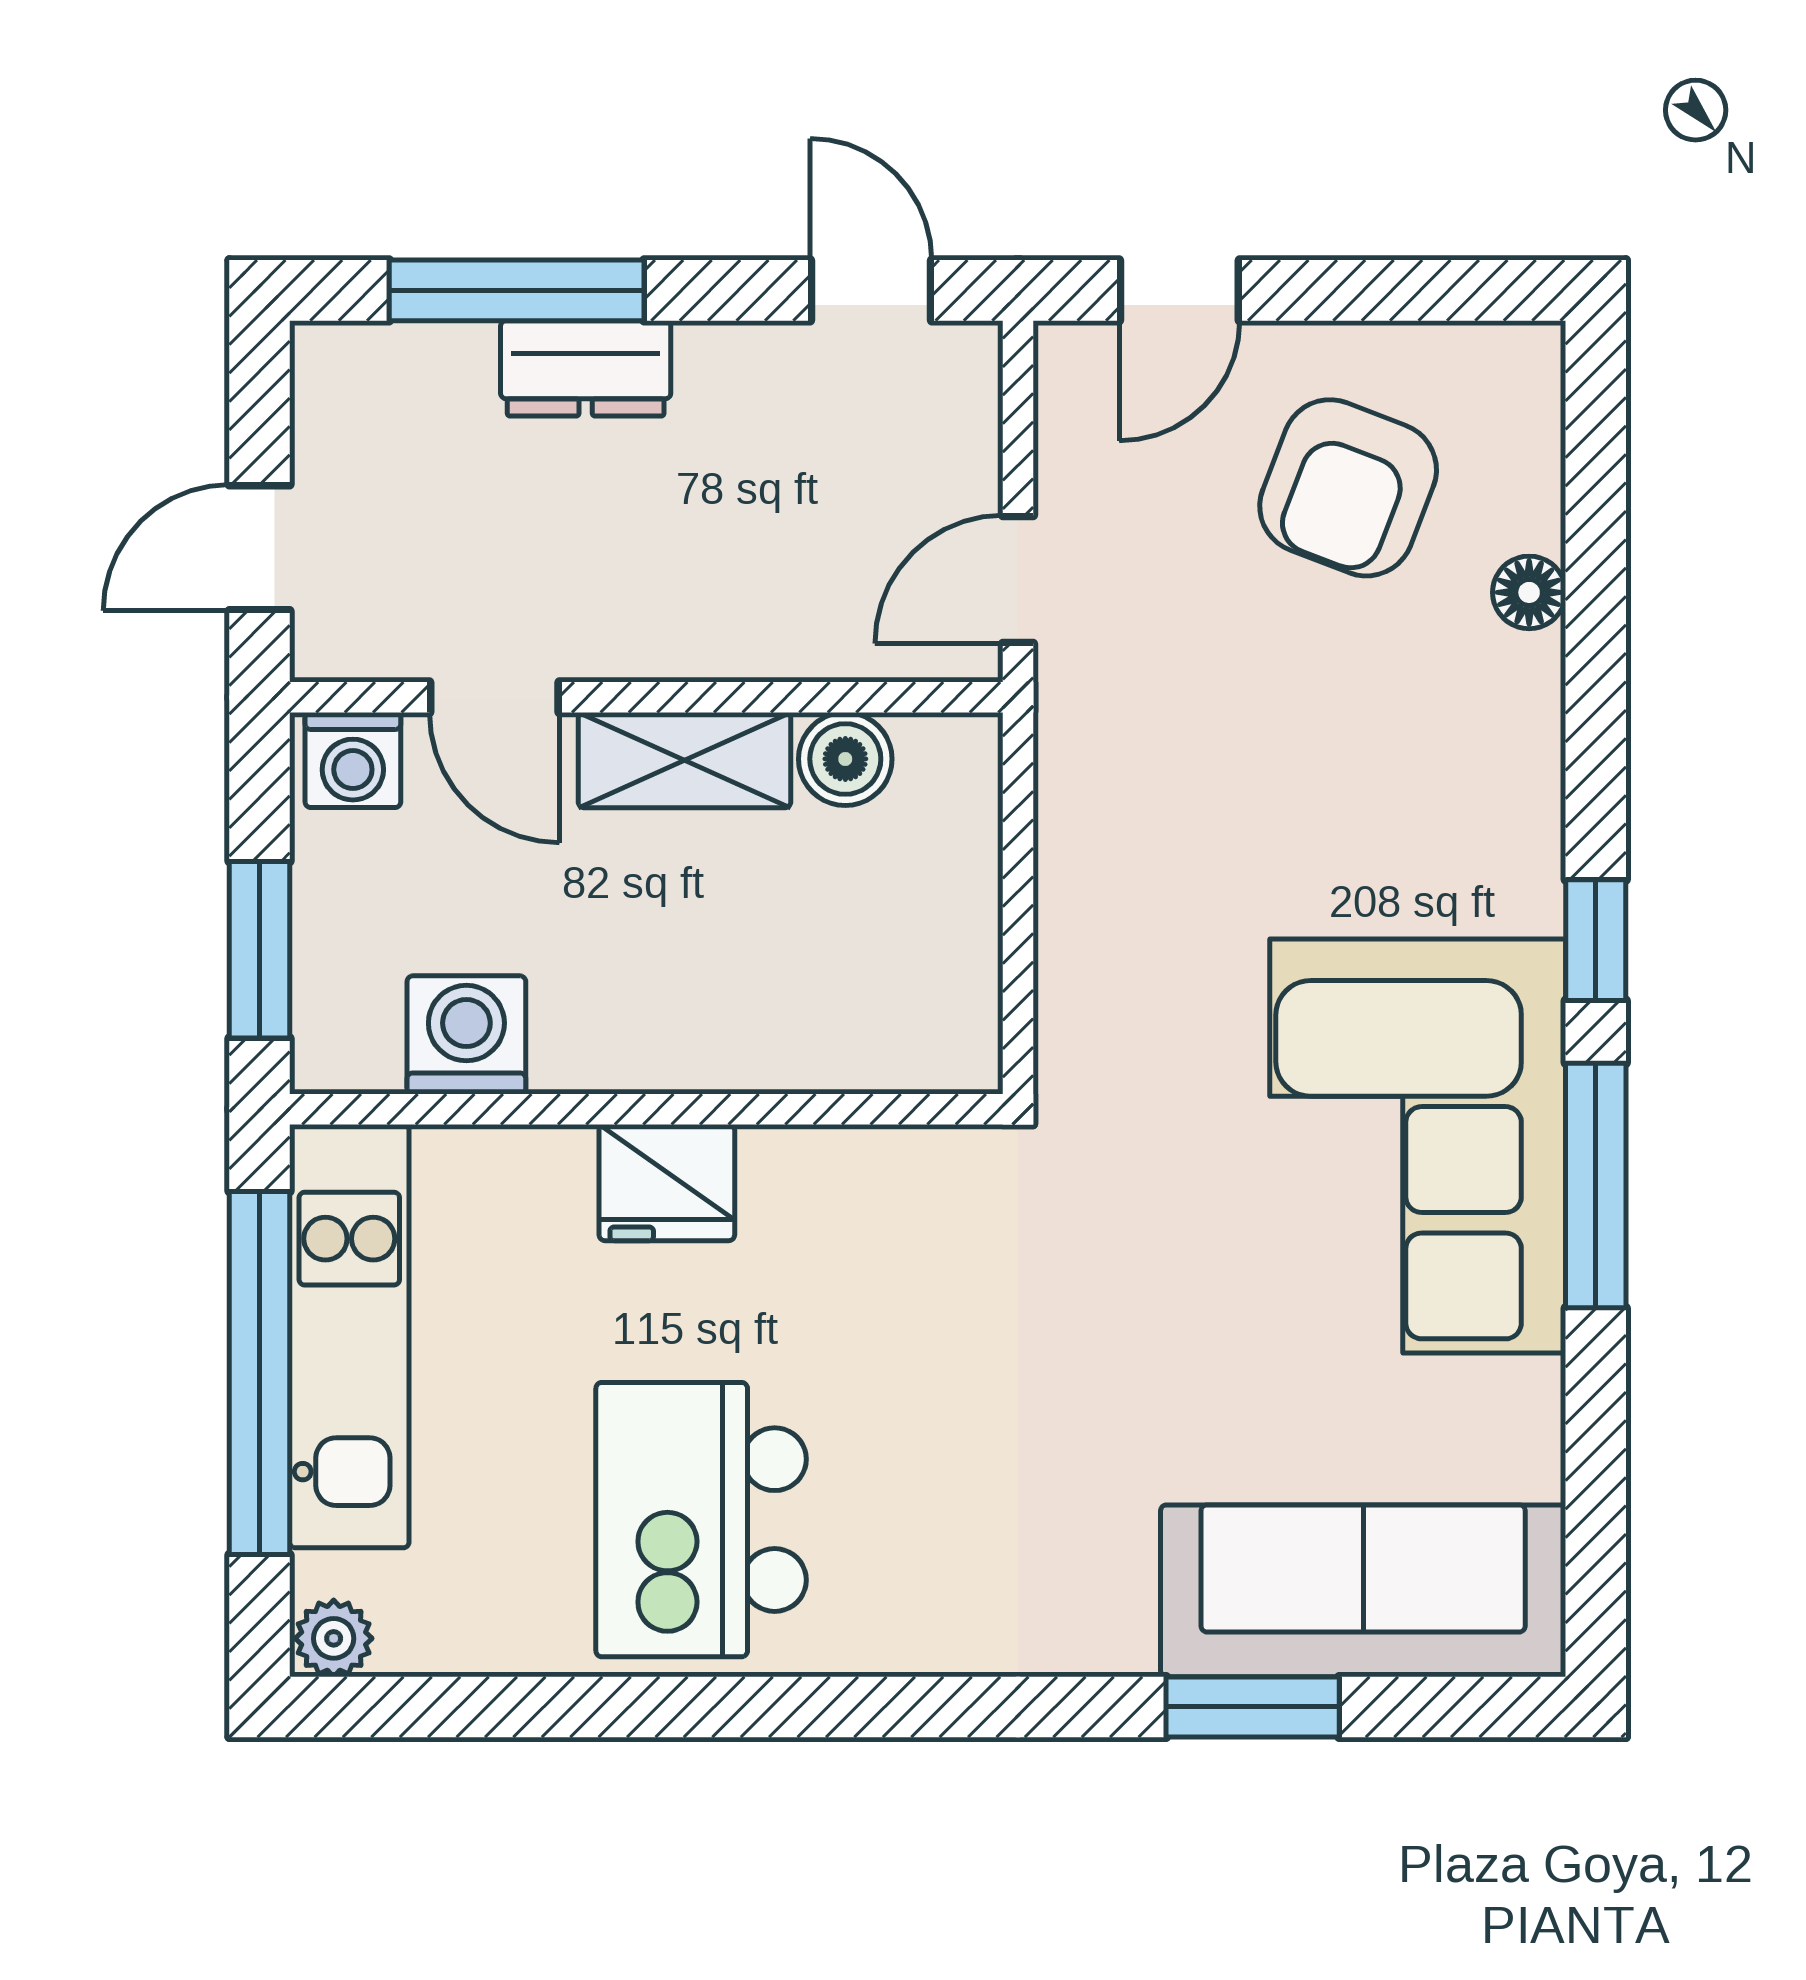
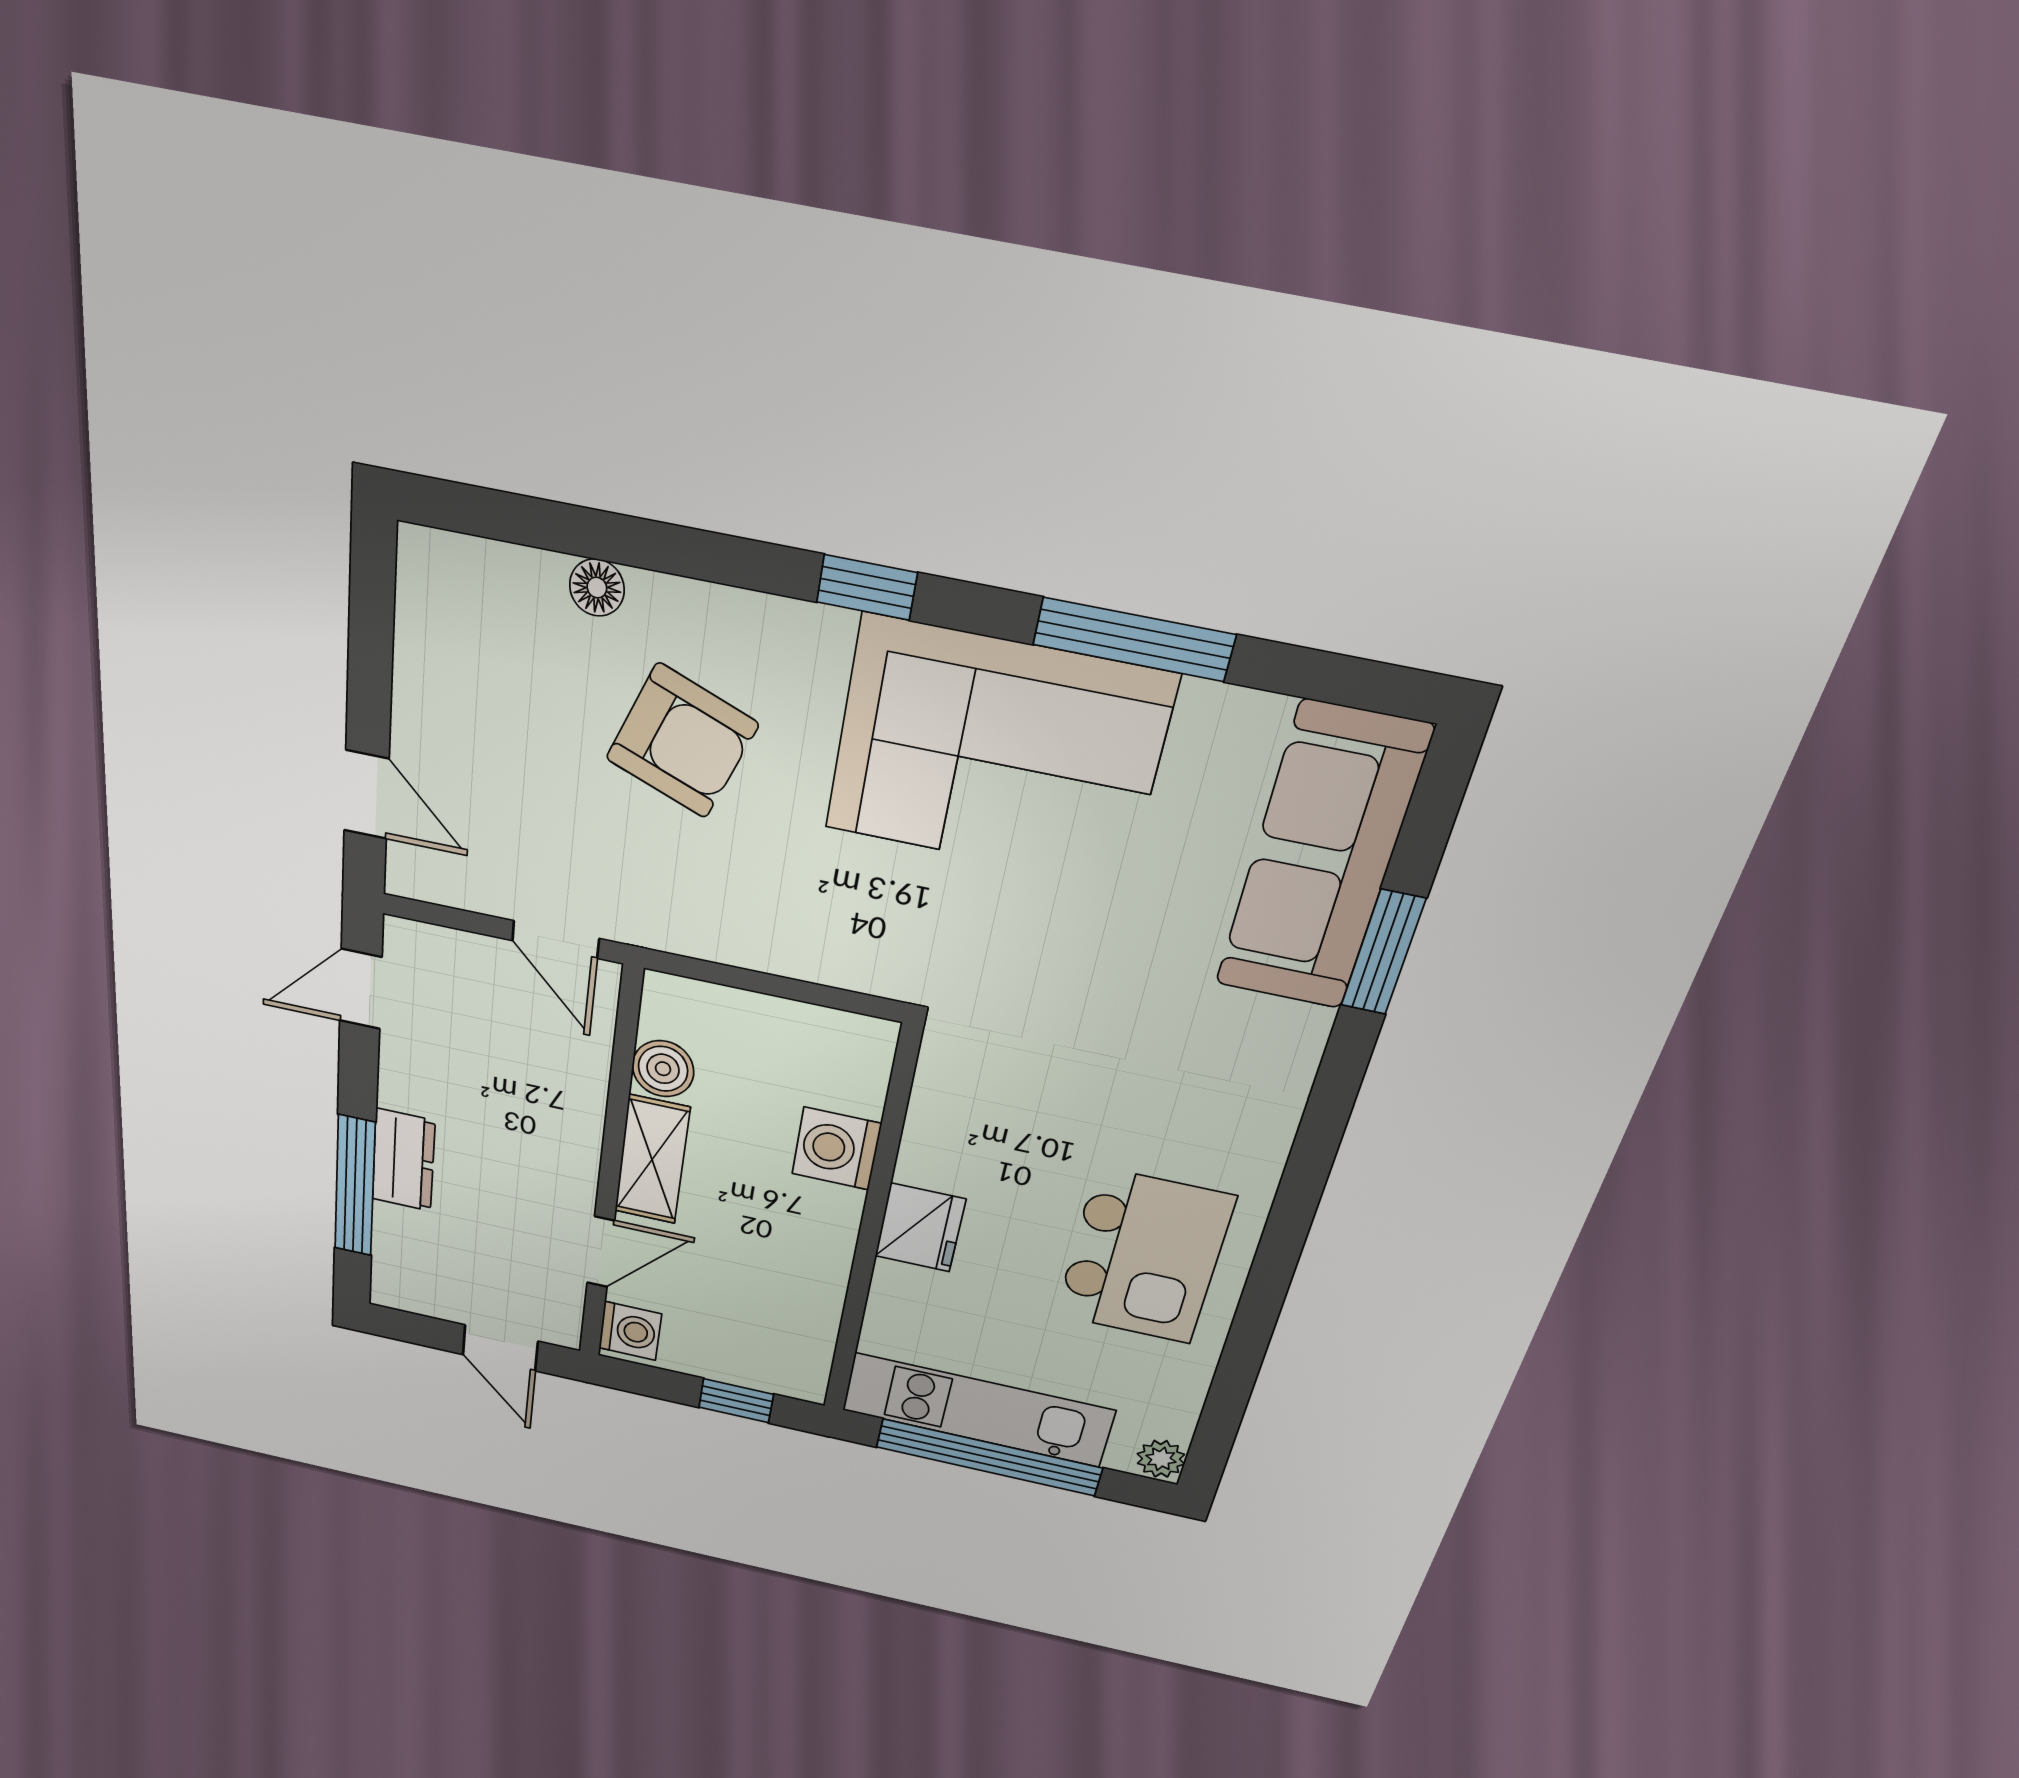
armchair: (1348, 488) -> (682, 741), moved
window: (259, 950) -> (736, 1401), width x0.67
washing machine: (466, 1035) -> (837, 1149), moved
window: (1596, 1185) -> (1134, 640), moved
kitchen island: (701, 1520) -> (1144, 1257), turned -90

